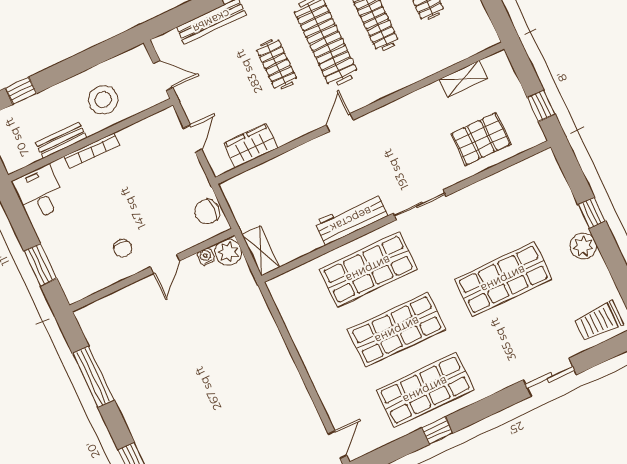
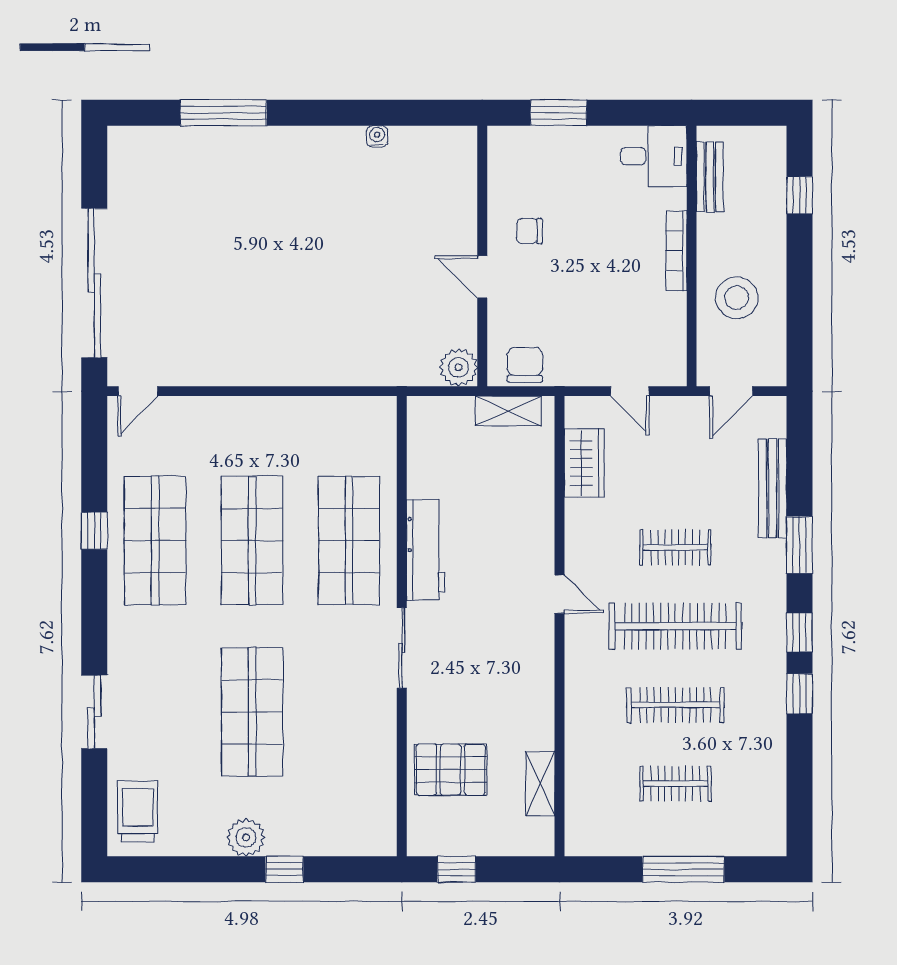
pallet: (481, 139) -> (451, 770), turned 90
bench: (61, 140) -> (710, 177), moved
shelving: (261, 251) -> (508, 411), moved
water cooler: (206, 257) -> (377, 136), moved, turned -90
window: (93, 377) -> (379, 113), removed
door: (337, 445) -> (138, 391), hinge flipped

